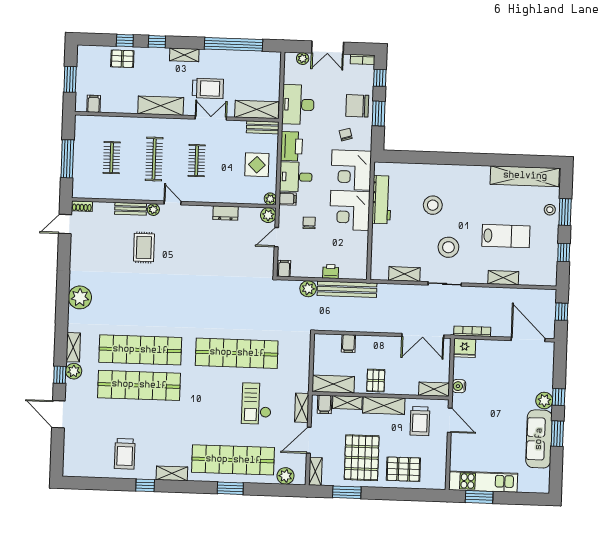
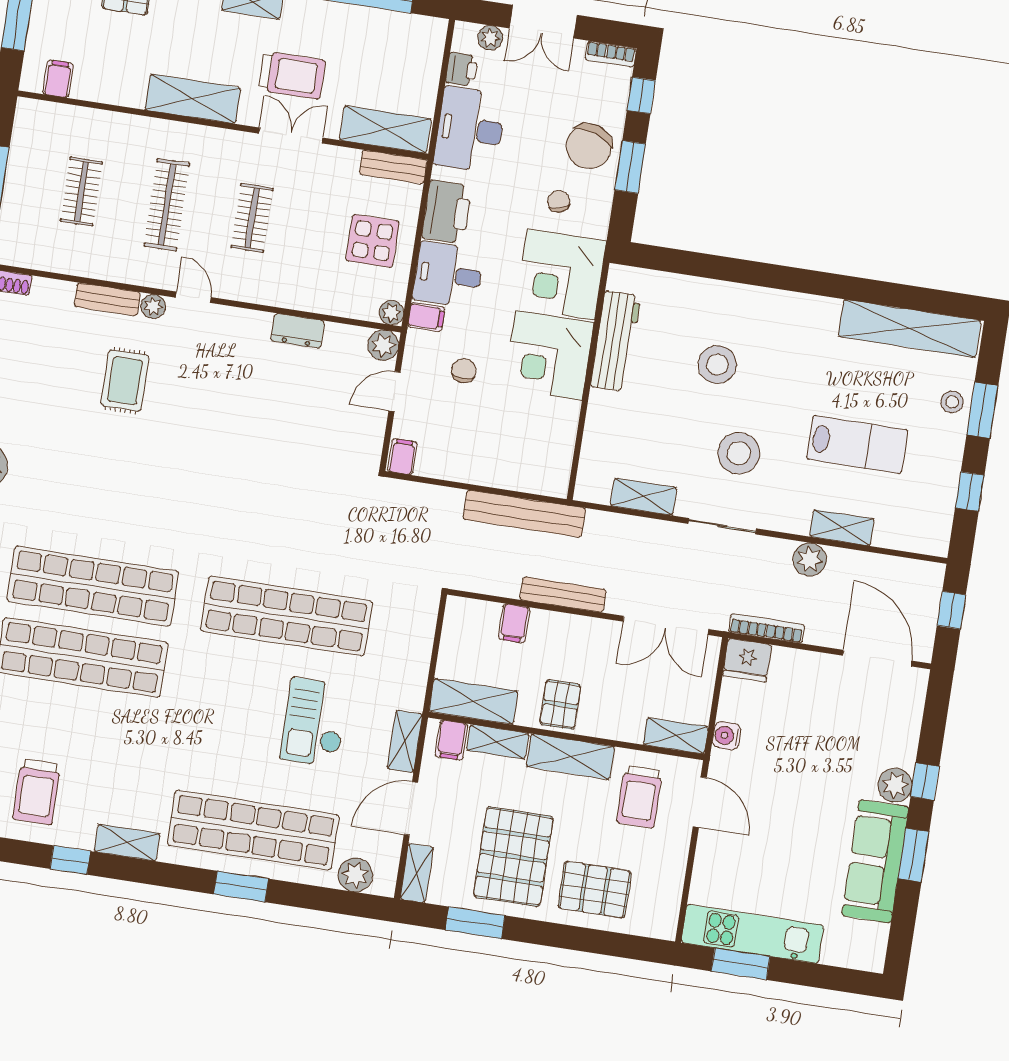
chair: (357, 106) -> (589, 146), turned -72
printer: (331, 271) -> (462, 69), moved, turned 90
plant: (308, 289) -> (810, 559), moved
bench: (371, 327) -> (563, 595), added

